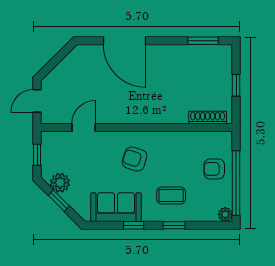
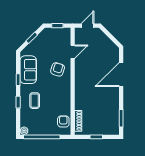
door: (37, 101) -> (88, 26), hinge flipped
door: (84, 128) -> (73, 52), hinge flipped
armchair: (135, 159) -> (58, 69), moved
armchair: (214, 169) -> (63, 121), moved
plant: (60, 183) -> (42, 38), removed

